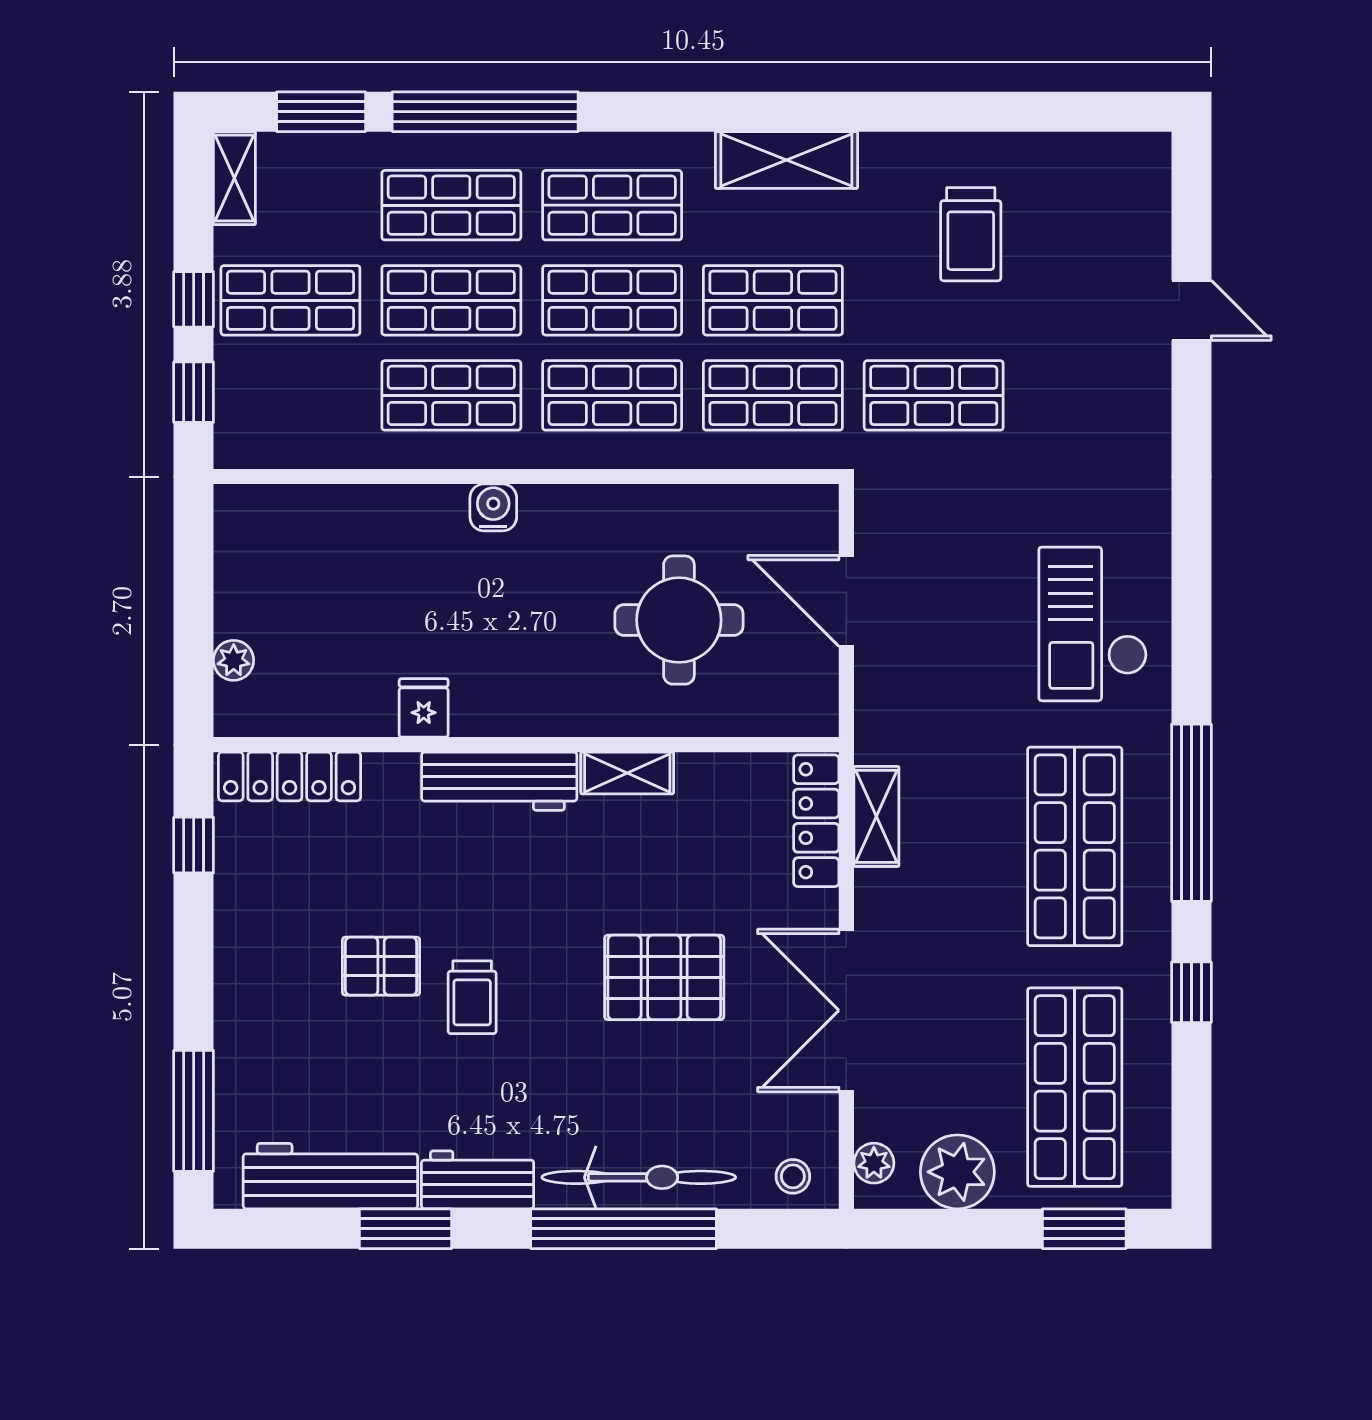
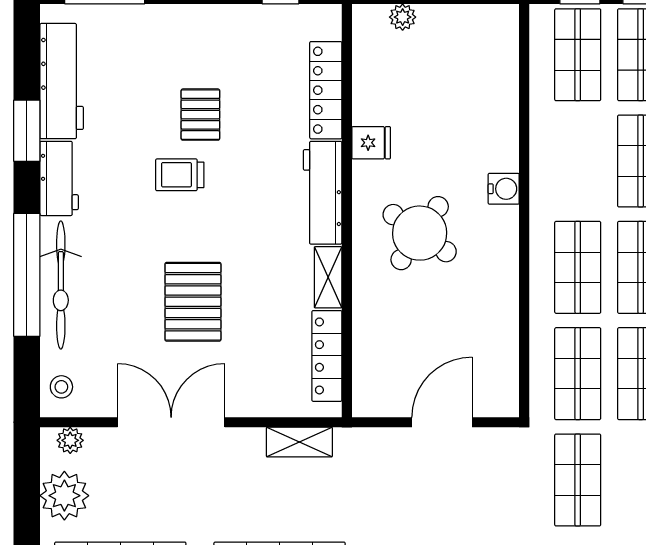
shop shelf: (451, 395) -> (578, 55), moved
round table: (679, 620) -> (420, 233), moved, turned 35
locker: (290, 776) -> (326, 90), moved
locker: (816, 821) -> (327, 356), moved, turned -90

